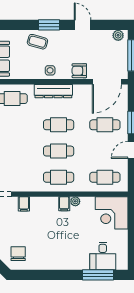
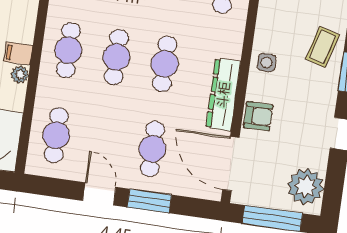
plant: (118, 35) -> (306, 187), width x1.87, depth x1.87
armchair: (79, 71) -> (258, 116), turned 90
dresser: (53, 91) -> (223, 95), moved

